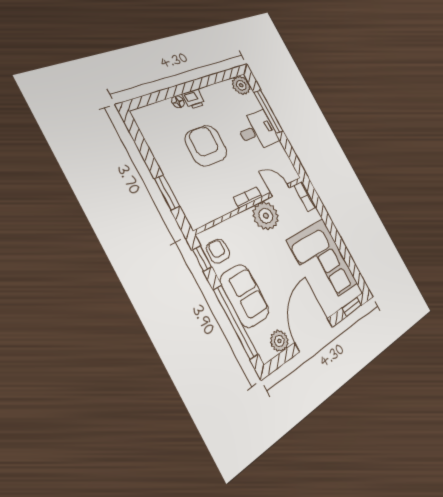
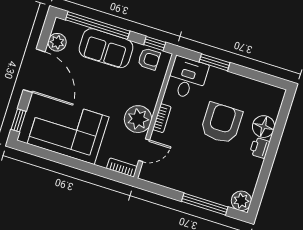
floor lamp: (178, 102) -> (264, 127), width x1.89, depth x1.89
desk: (257, 131) -> (187, 78), moved, turned 180
armchair: (206, 146) -> (221, 123), turned -90

